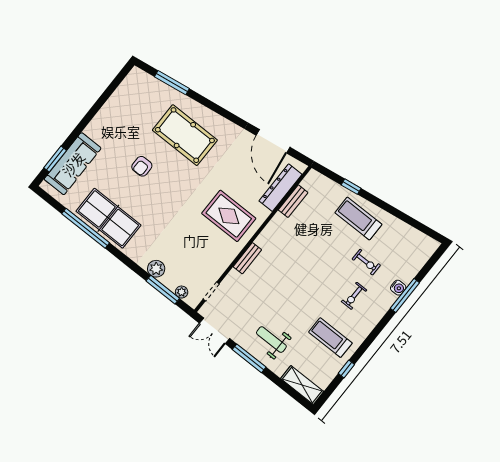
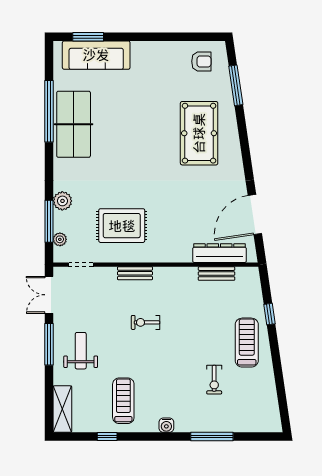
armchair: (142, 166) -> (201, 61), moved, turned 180
rug: (229, 216) -> (122, 226), moved, turned 90
water cooler: (398, 288) -> (166, 425), moved
exercise bike: (354, 296) -> (146, 322), moved

